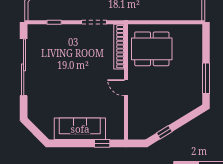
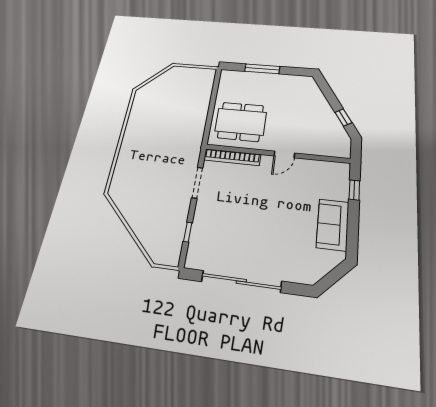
dining table: (152, 49) -> (241, 122), turned 90
window: (206, 78) -> (262, 69), moved
sofa: (80, 129) -> (333, 225), width x0.73

